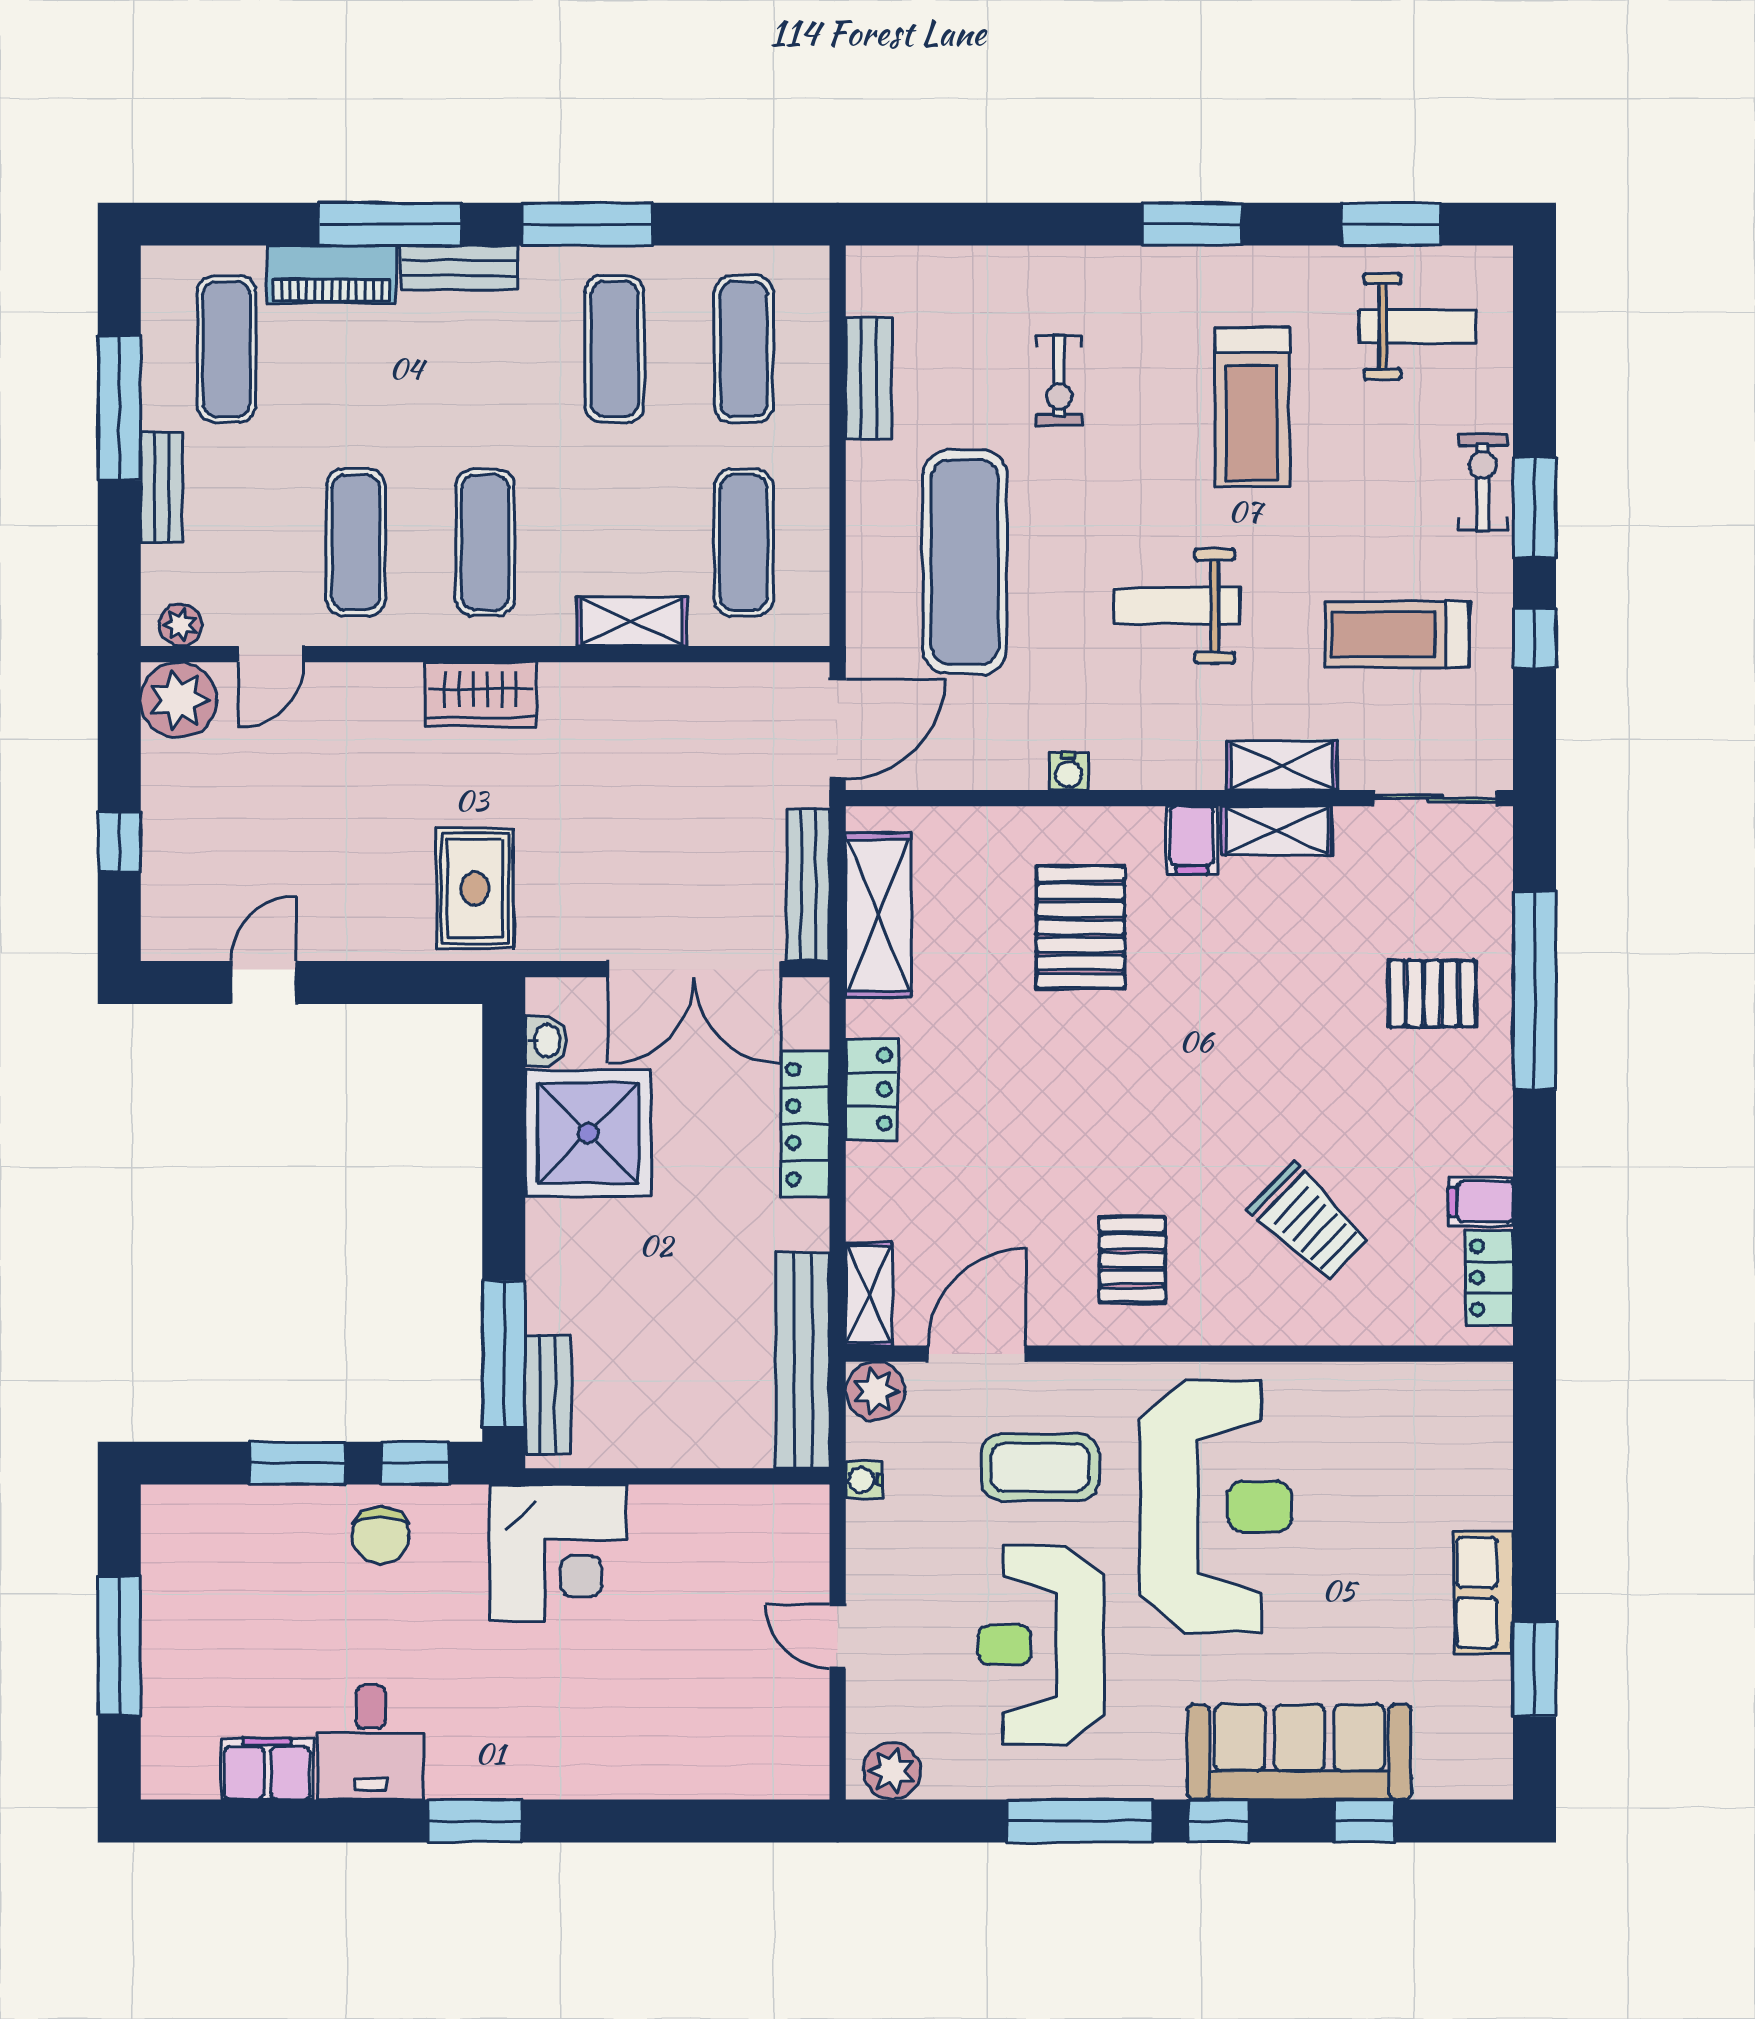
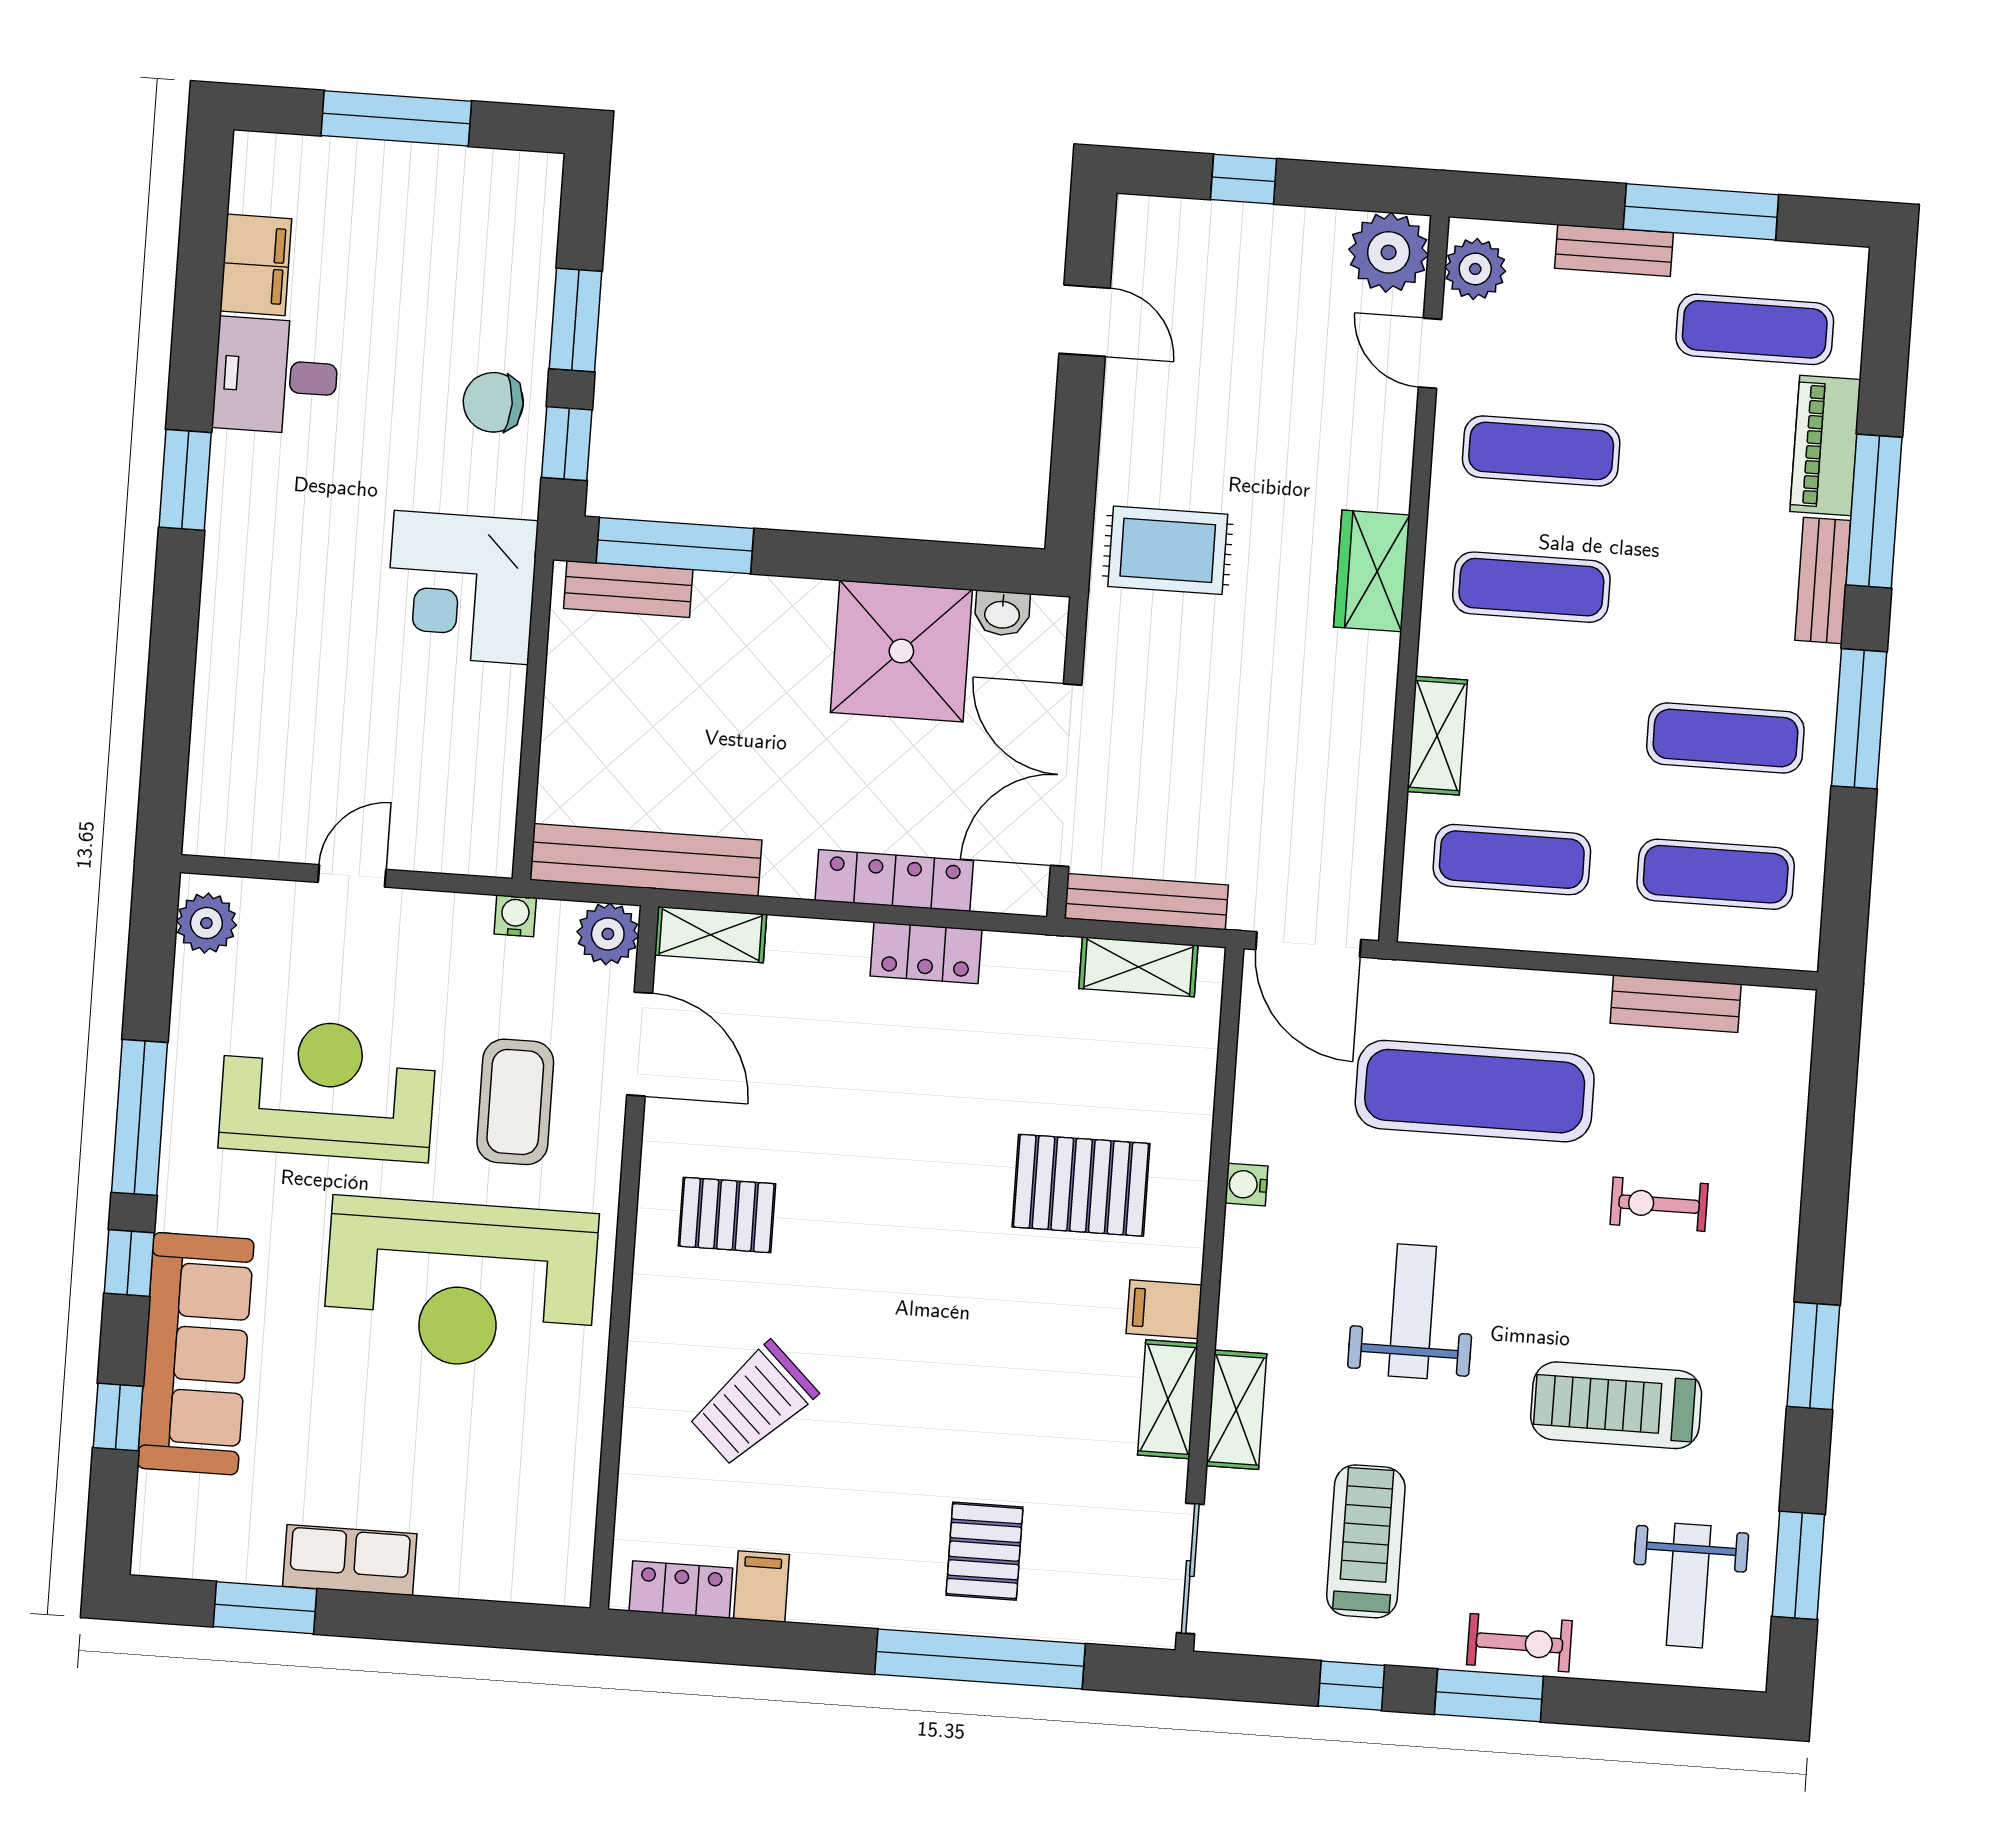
plant: (181, 625) -> (1475, 269), width x1.38, depth x1.38
shelving: (878, 915) -> (1138, 967), width x0.67, depth x0.75

